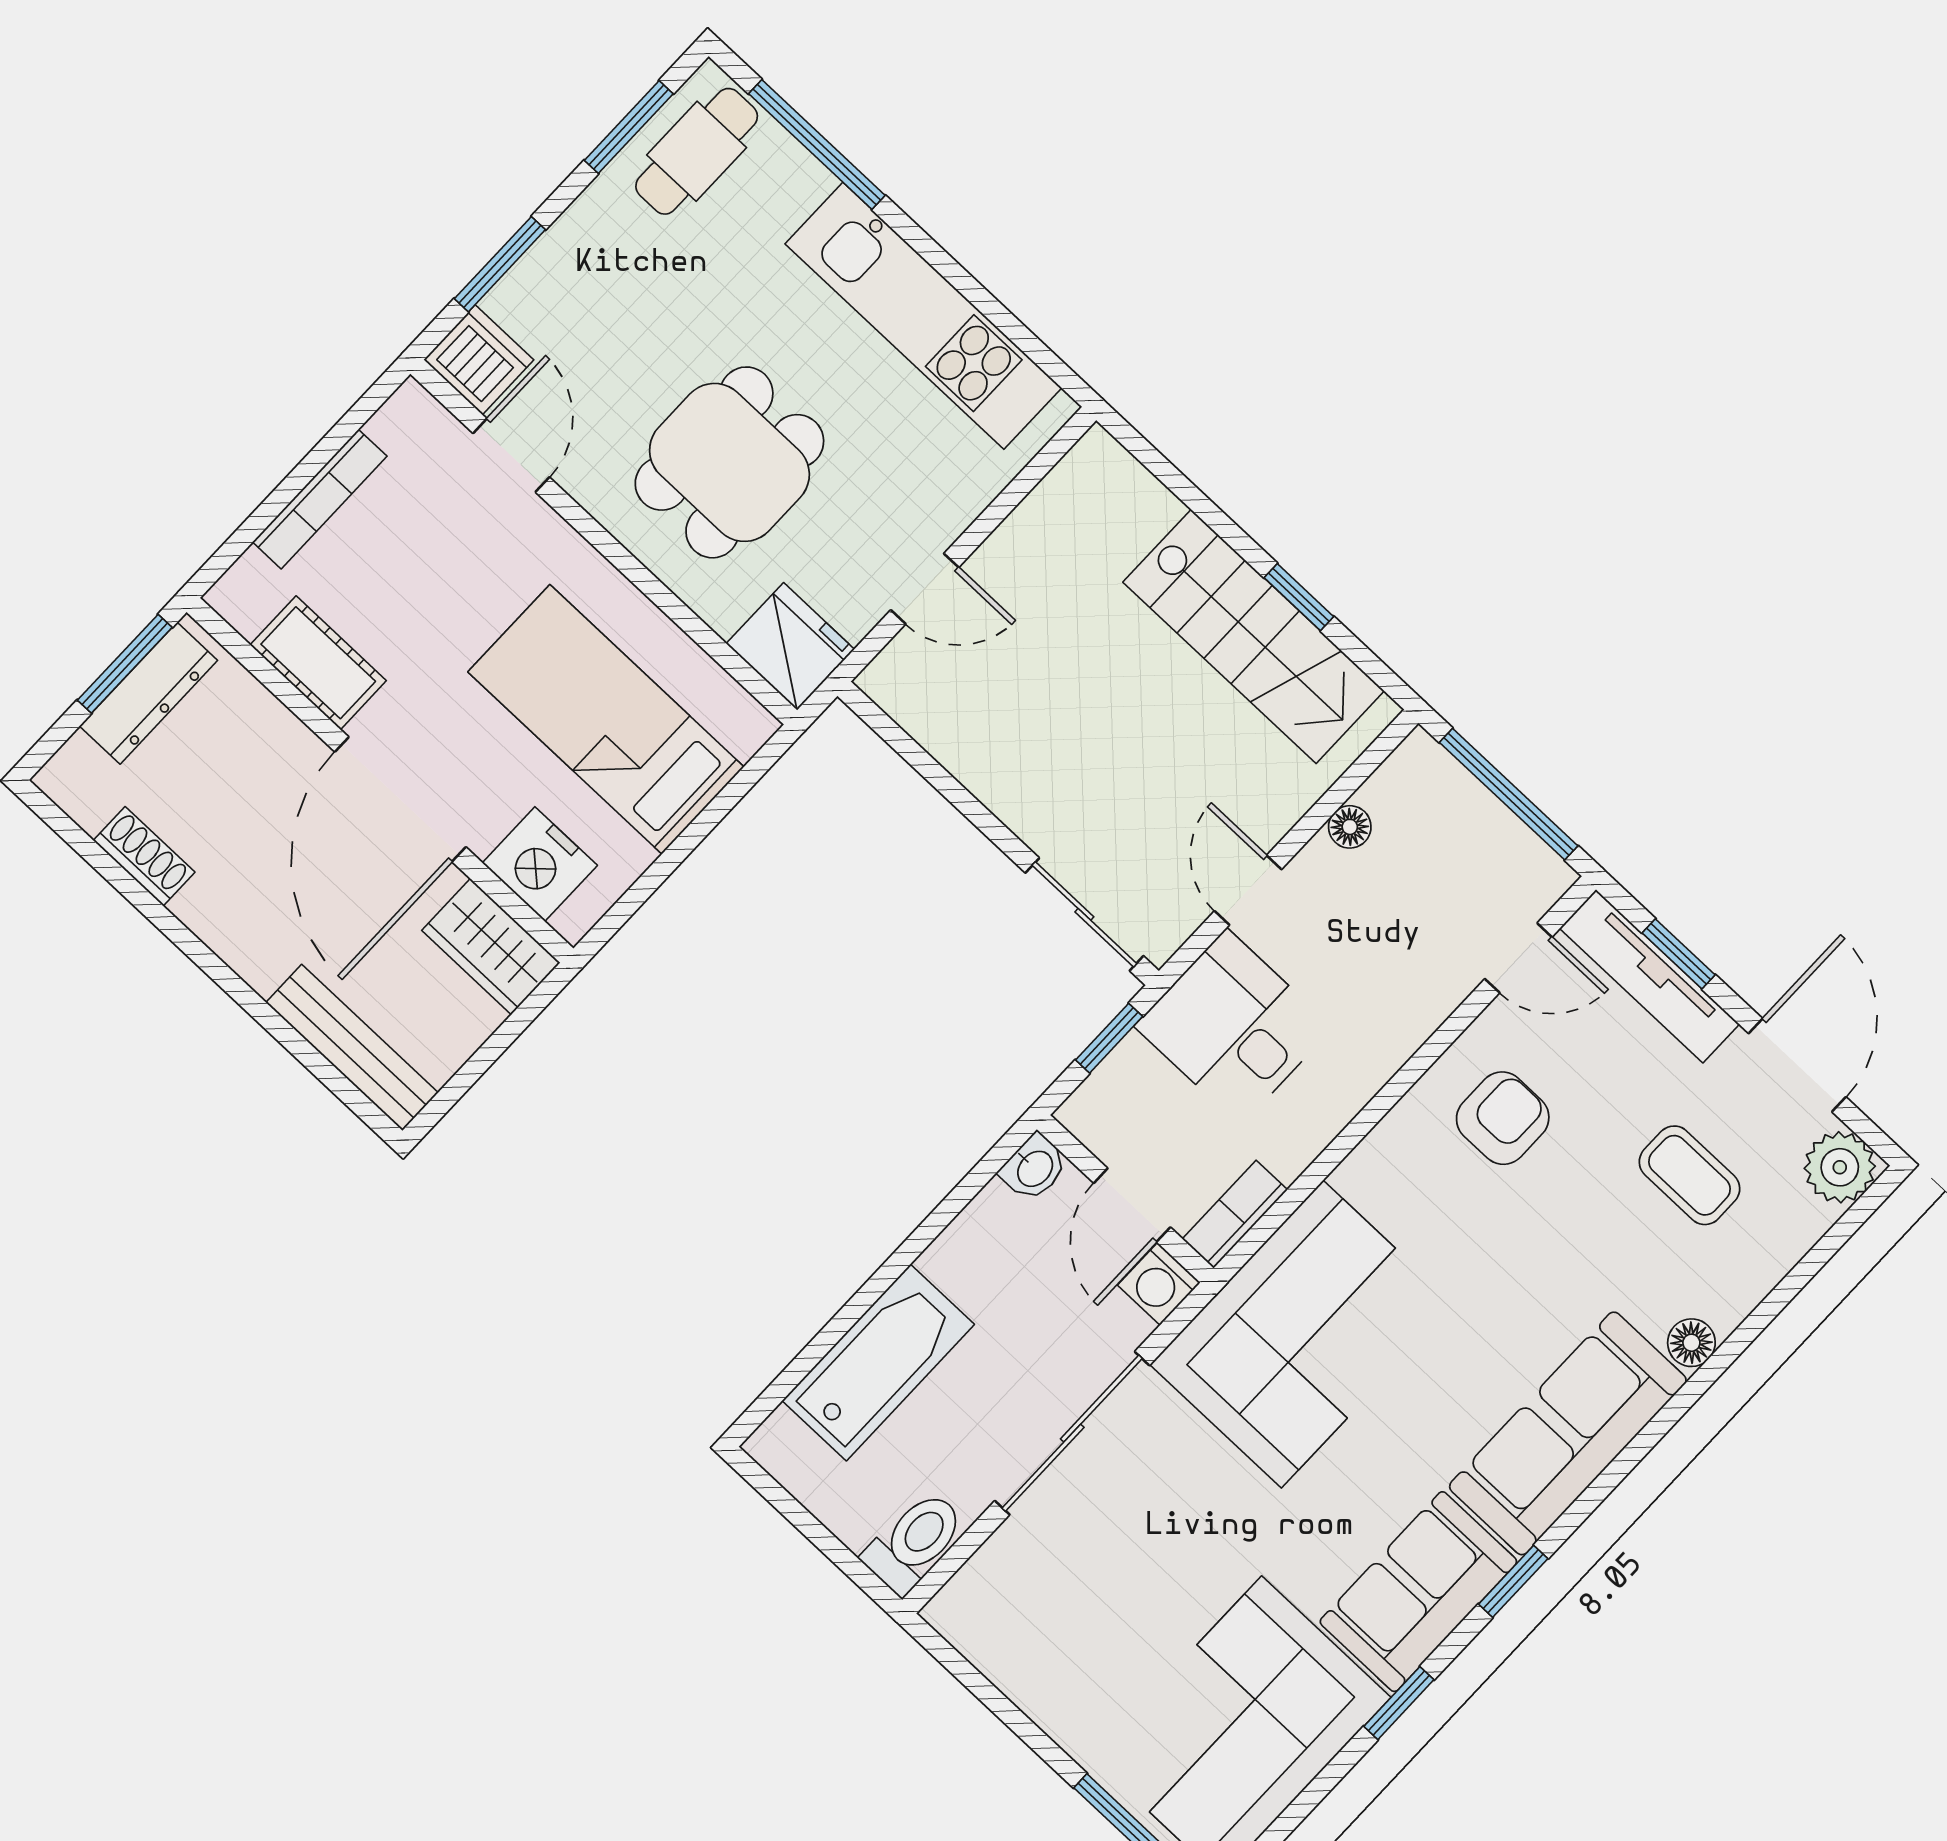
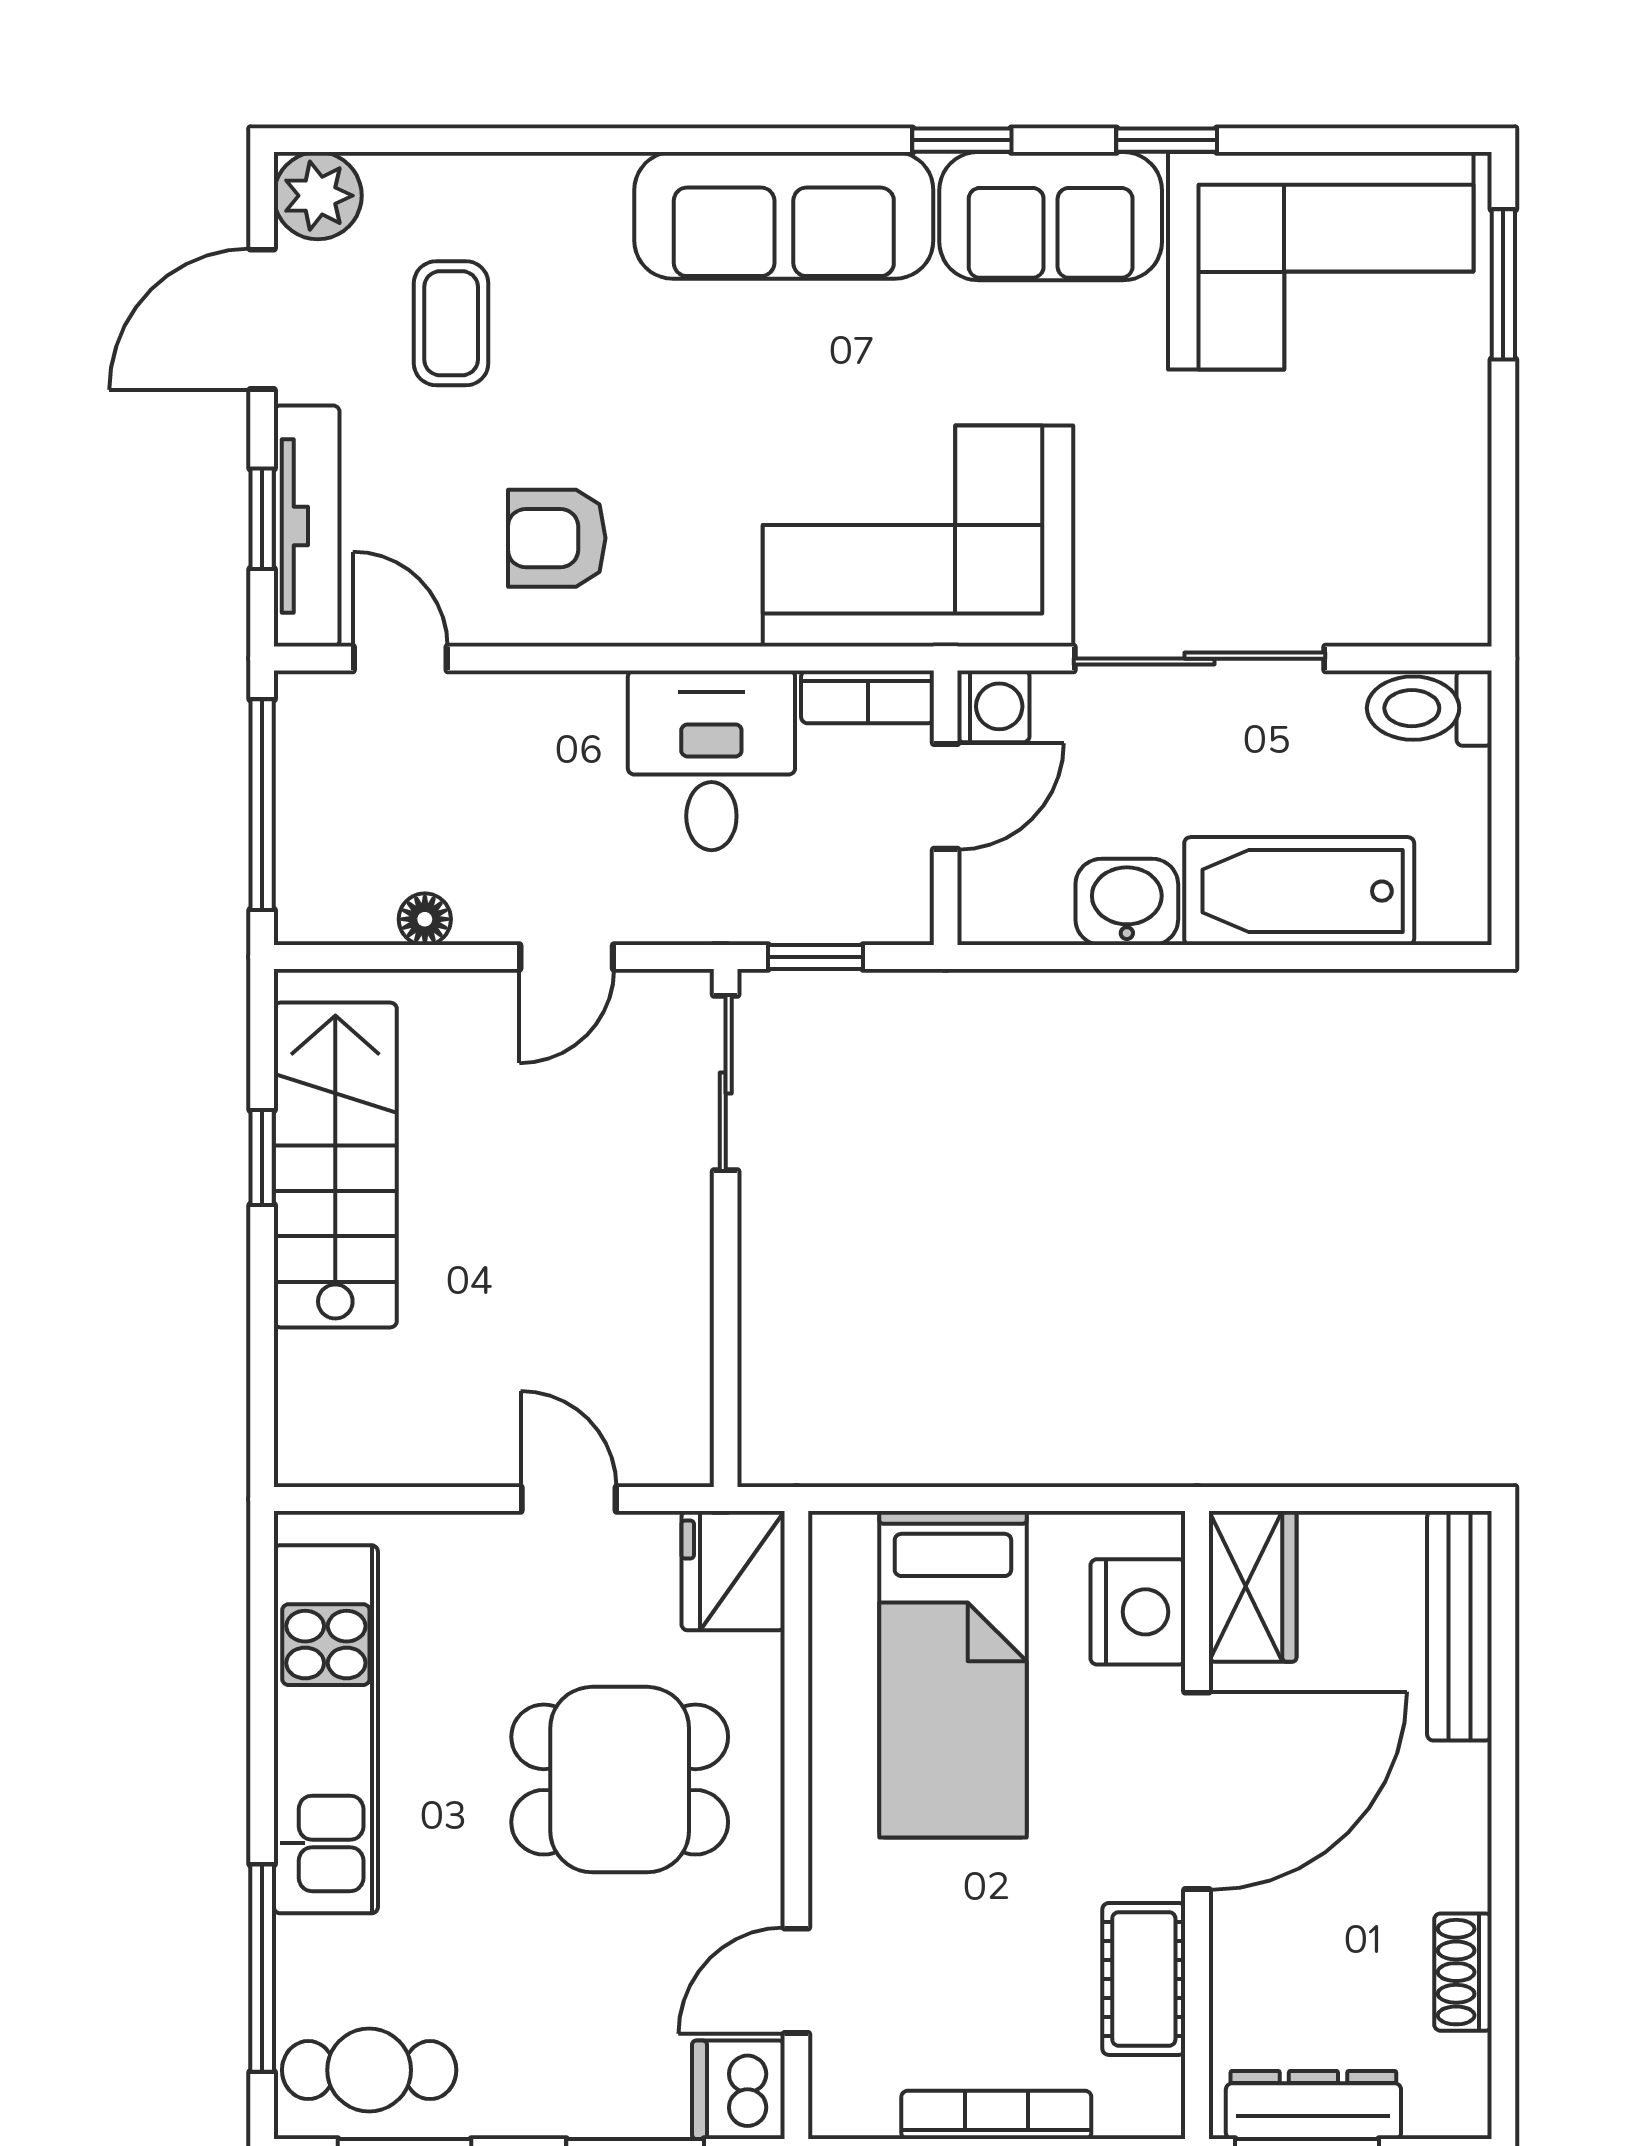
desk: (1234, 1027) -> (711, 760), moved, turned 180
washbasin: (1034, 1168) -> (1127, 902), moved, width x1.38, depth x1.45
floor lamp: (1691, 1343) -> (599, 181), removed

